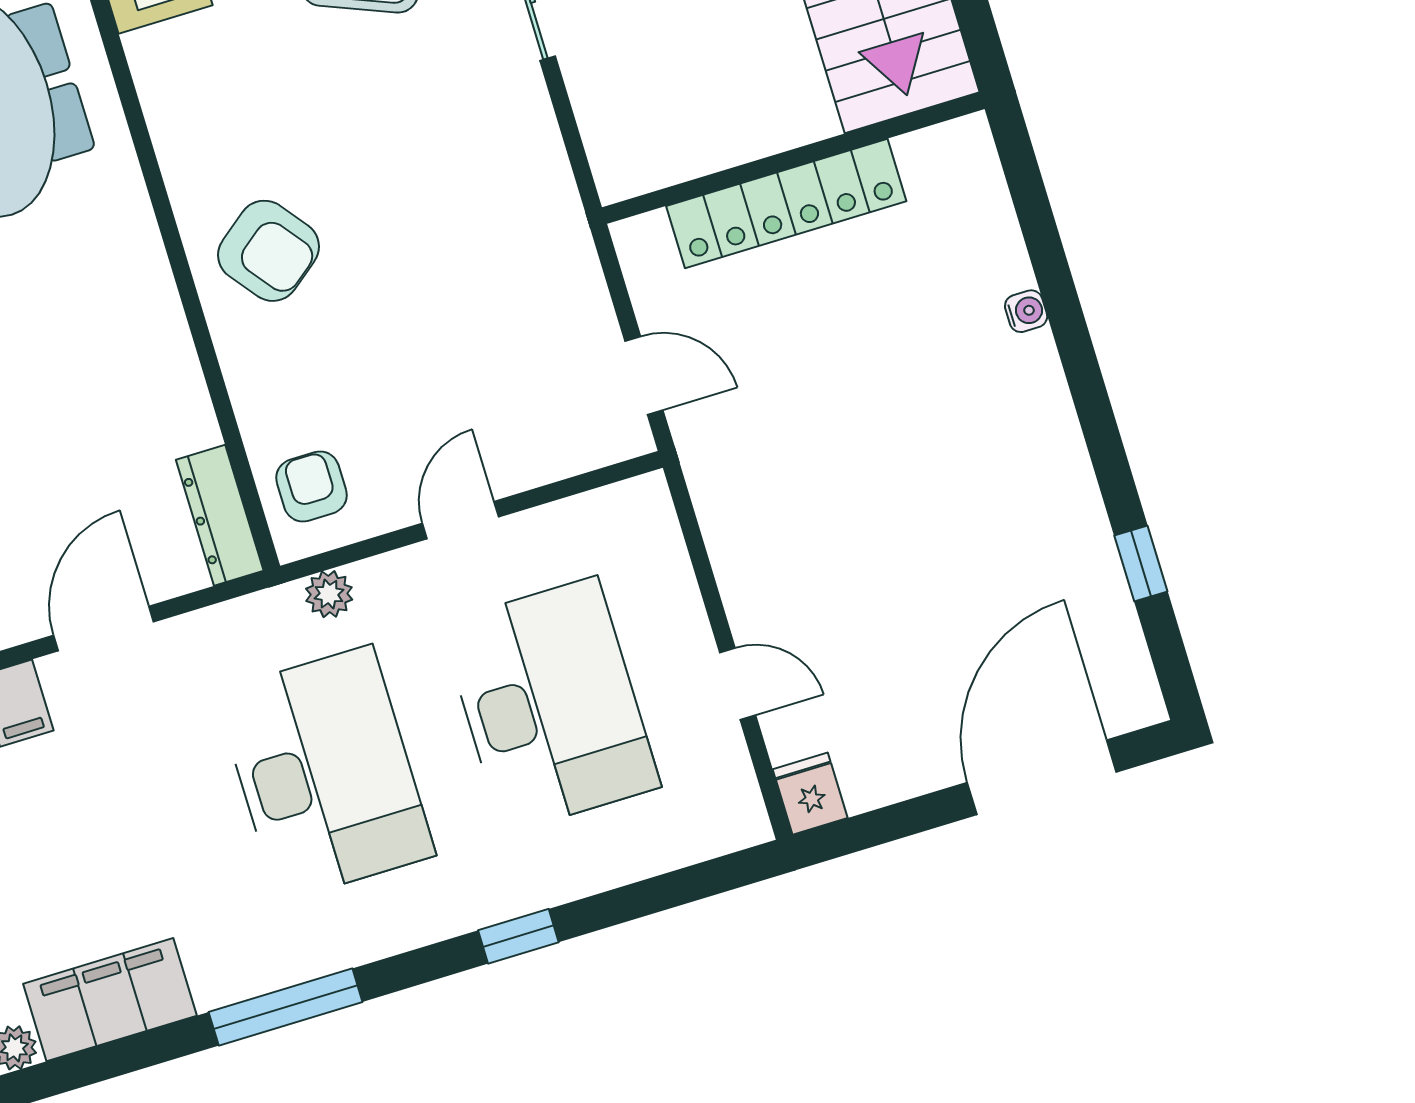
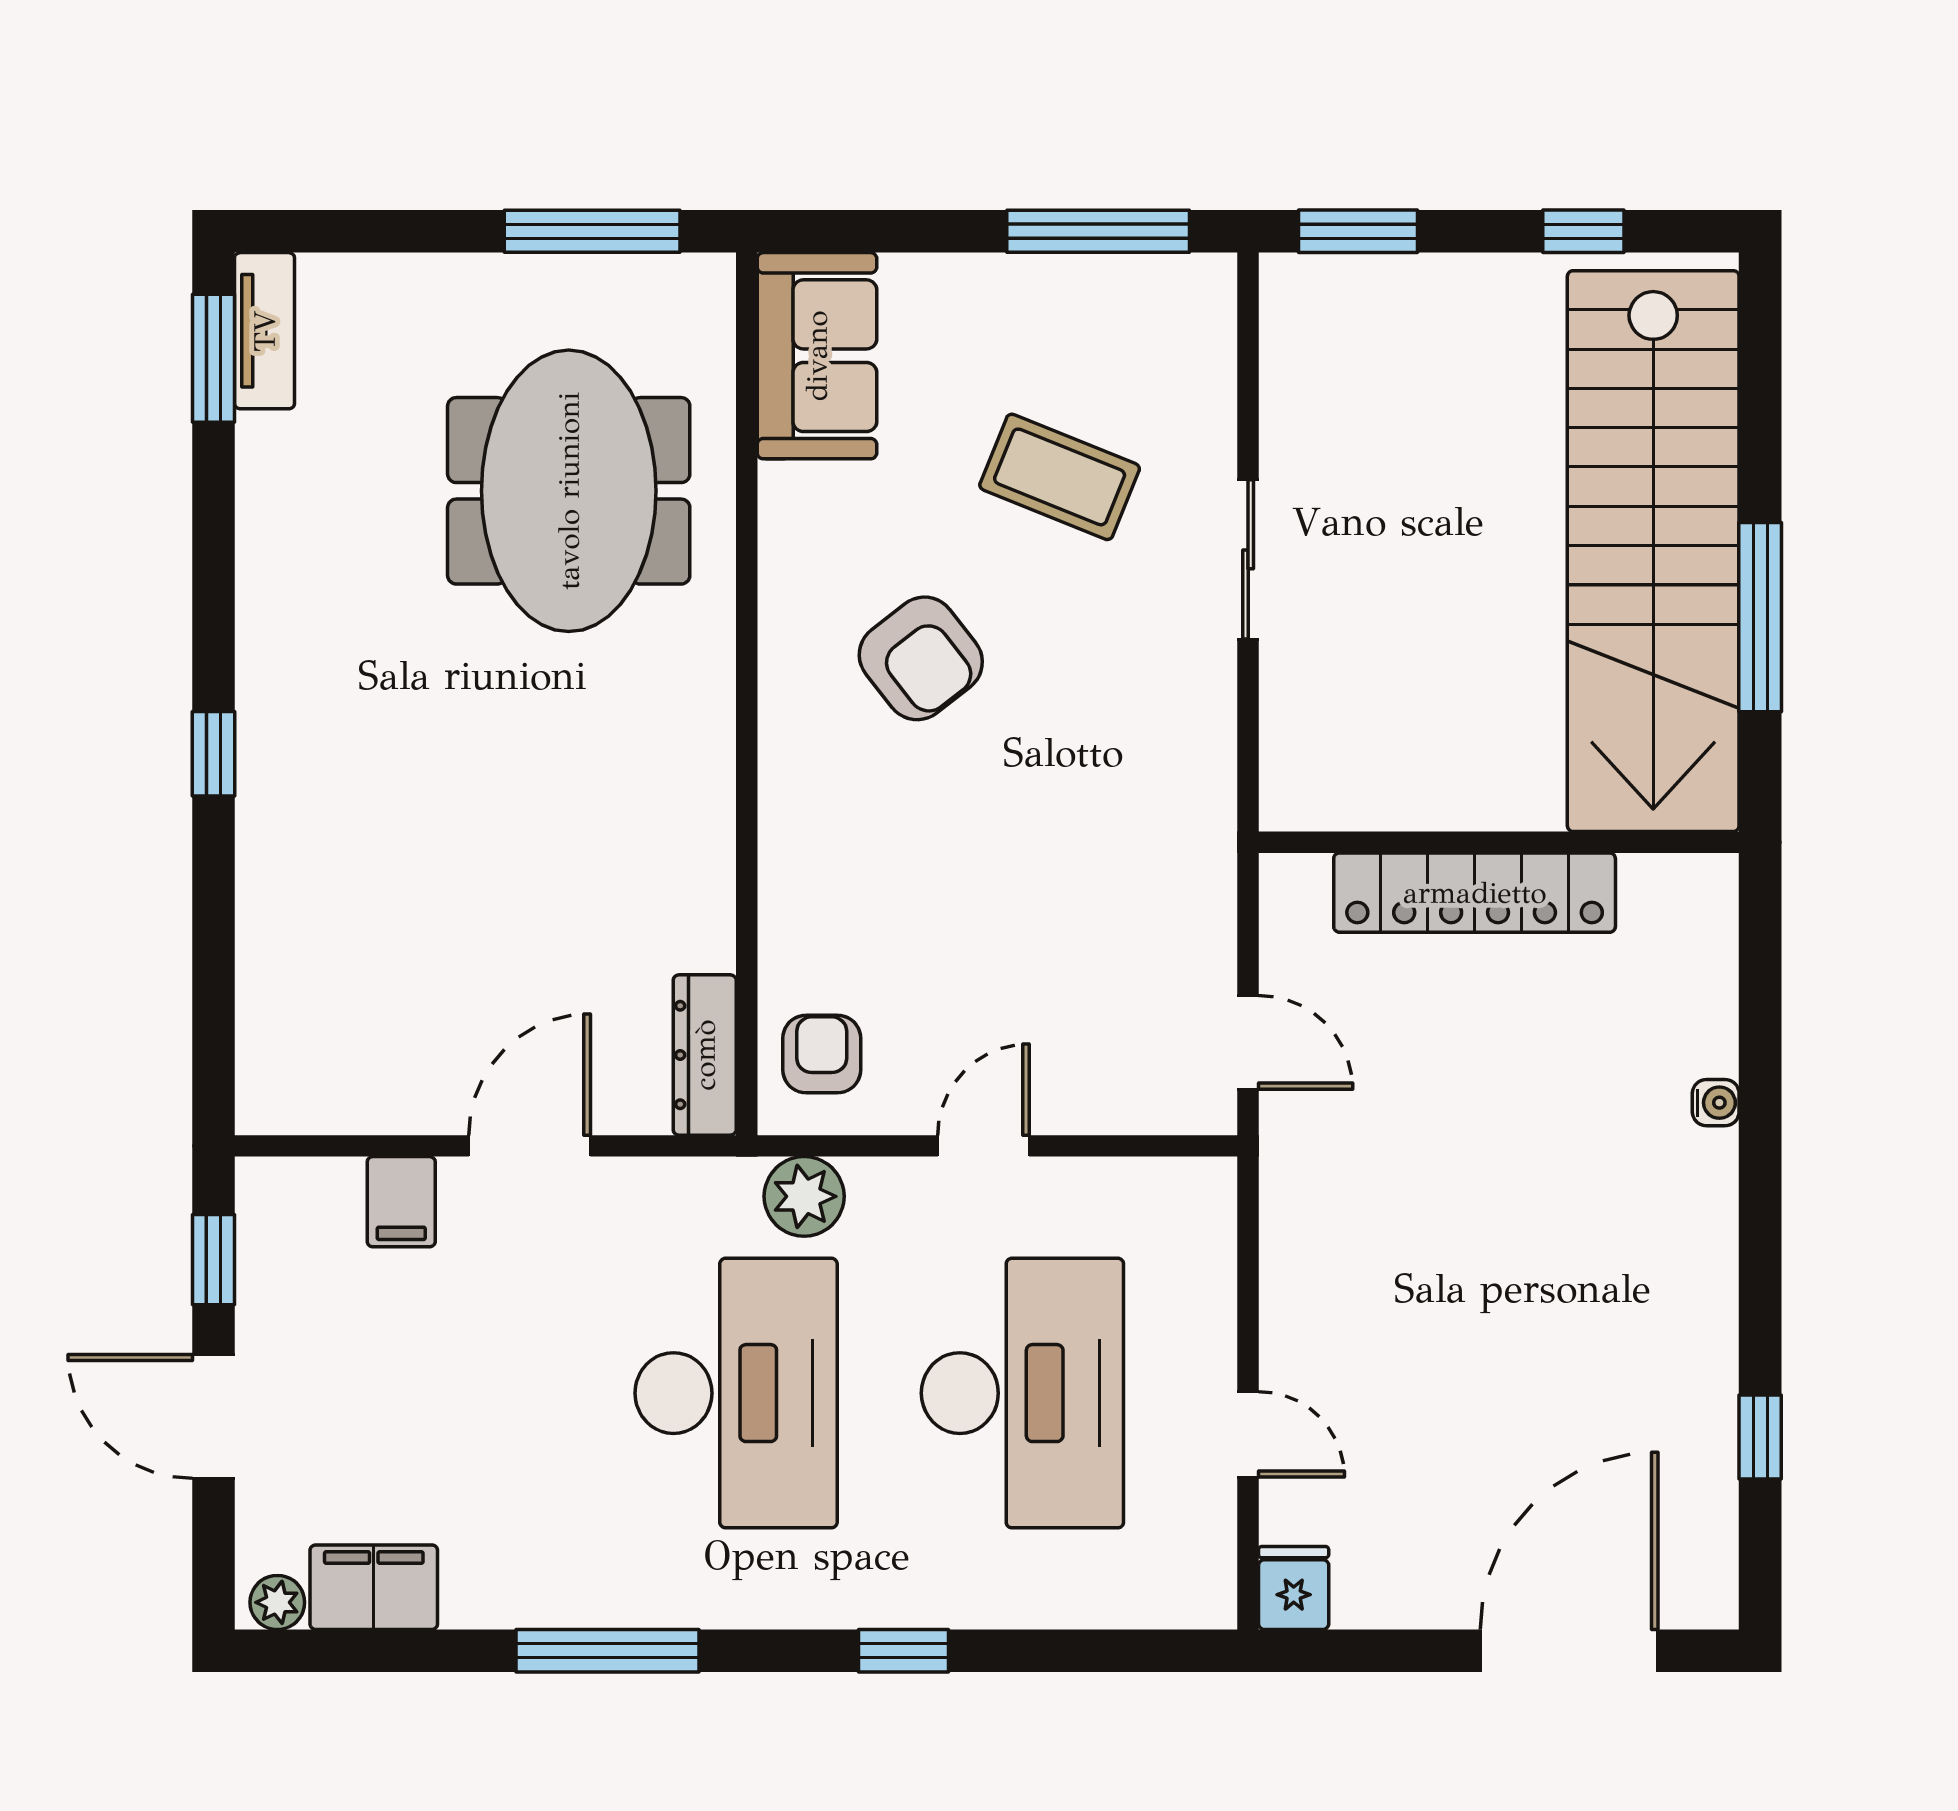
armchair: (269, 251) -> (921, 658), moved
plant: (329, 594) -> (804, 1196), width x1.38, depth x1.38
filing cabinet: (110, 1000) -> (374, 1587), width x0.67, depth x0.86

